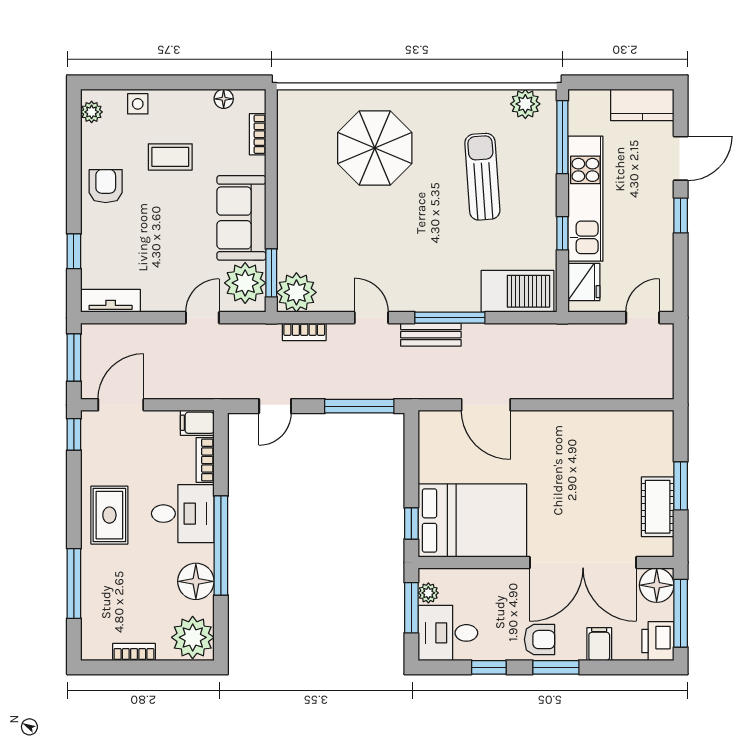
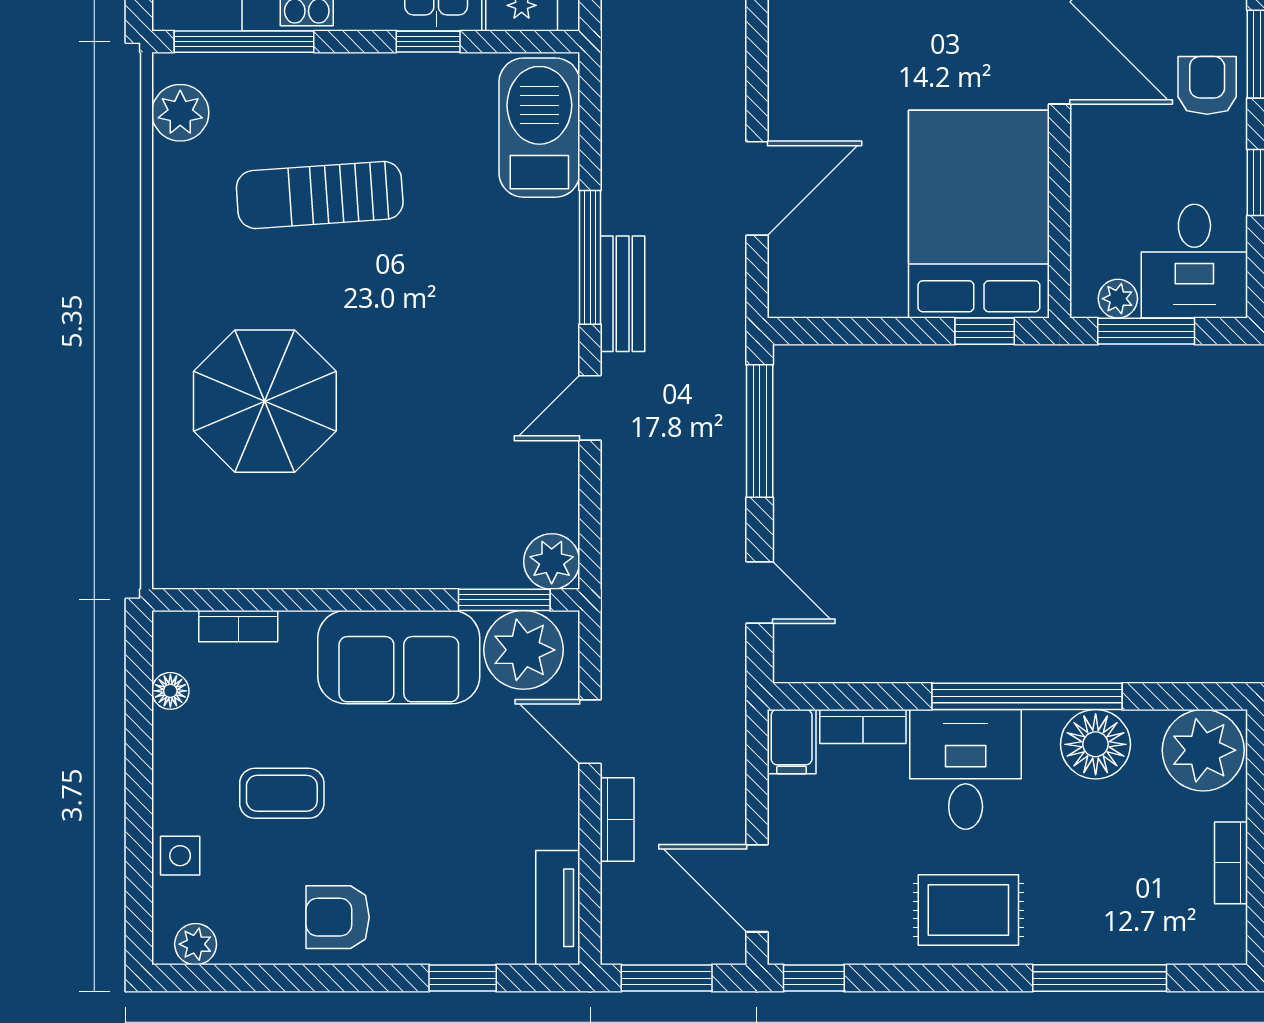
coffee table: (170, 157) -> (282, 793), turned 90
plant: (296, 292) -> (552, 561), width x0.73, depth x0.73
bookcase: (304, 332) -> (617, 820), moved

